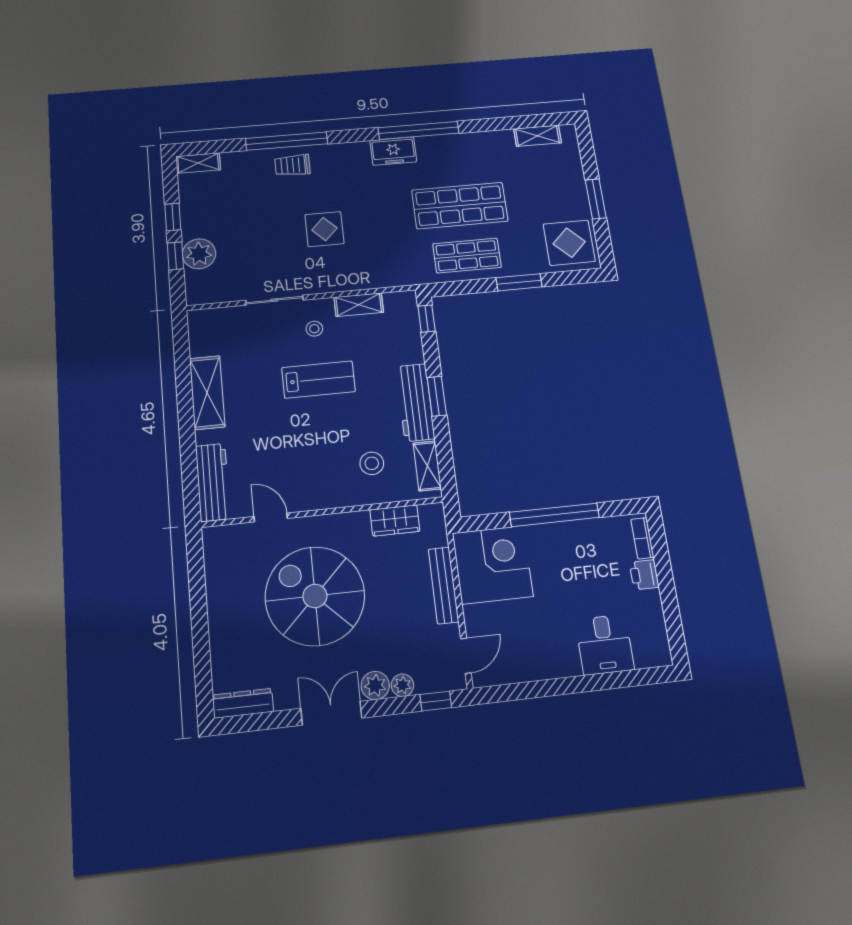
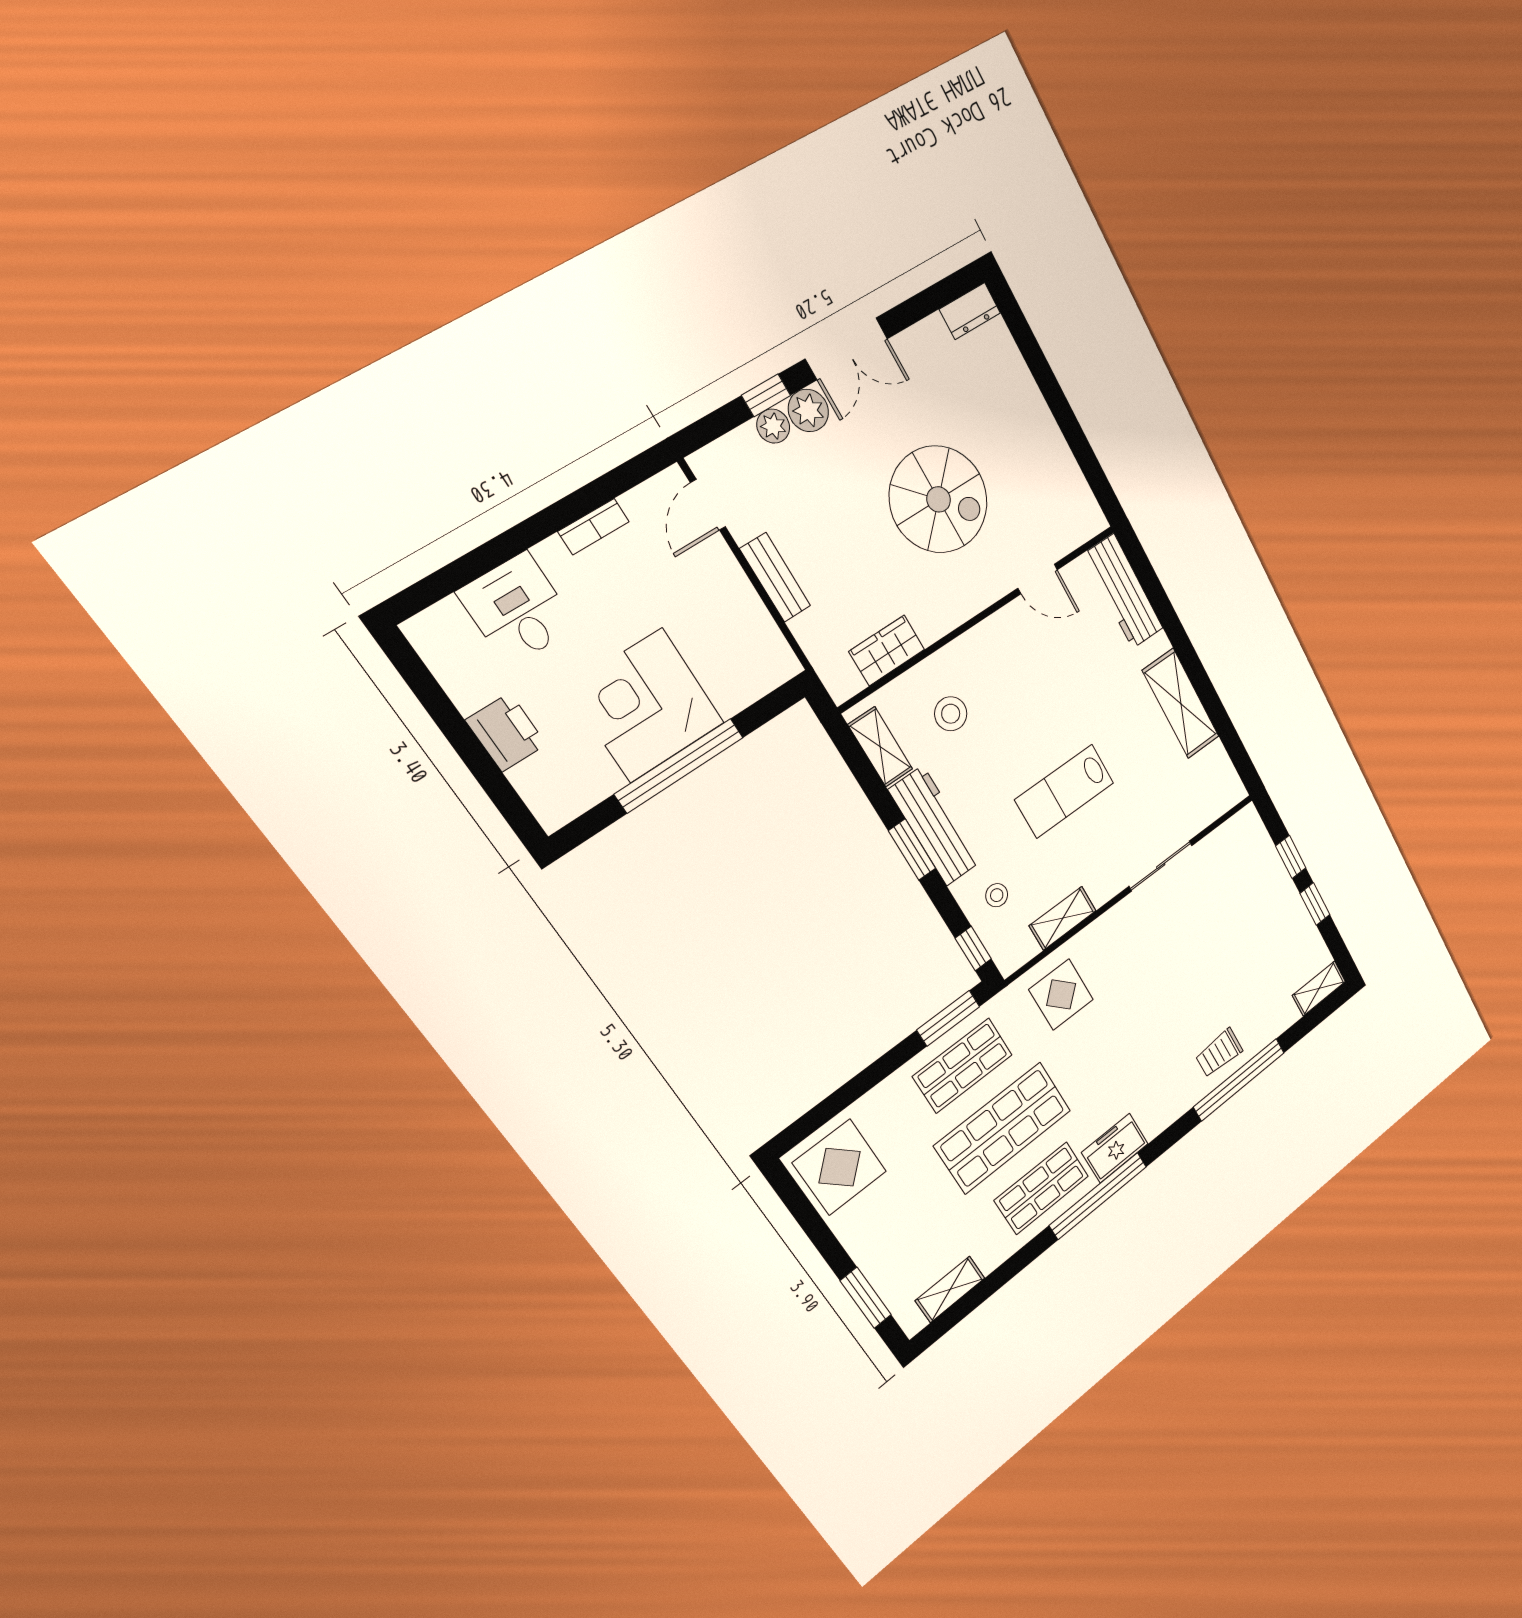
shop shelf: (453, 157) -> (1042, 1188), added
trolley: (292, 165) -> (1219, 1053), turned 180
window: (596, 199) -> (866, 1298), moved
display table: (324, 229) -> (1061, 994), moved
plant: (199, 254) -> (1268, 875), removed
window: (519, 282) -> (948, 1018), moved
stool: (314, 329) -> (997, 895), moved
bookcase: (642, 538) -> (594, 527), moved, turned 90
corner desk: (493, 565) -> (646, 705), moved, turned 90
printer: (644, 575) -> (506, 732), width x1.36, depth x1.24
bench: (443, 585) -> (775, 577), width x0.73
spiral stairs: (315, 596) -> (939, 499), width x0.73, depth x0.73
window: (436, 701) -> (766, 395), moved
dresser: (243, 703) -> (970, 311), width x0.70

